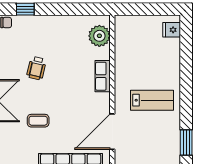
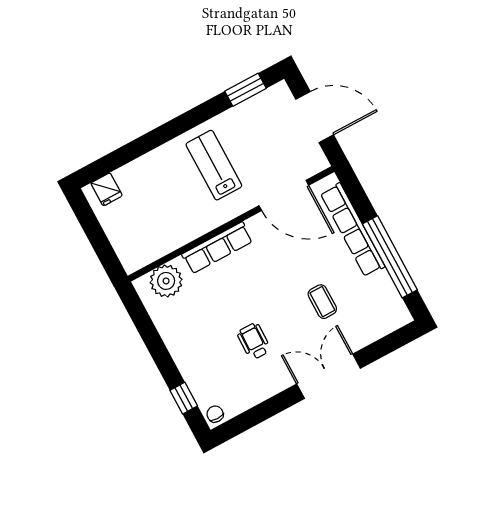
wheelchair: (36, 68) -> (254, 341), turned -102
row of seats: (103, 76) -> (217, 248), width x1.48

